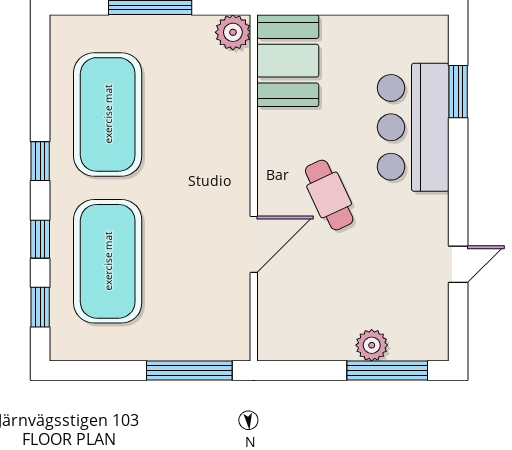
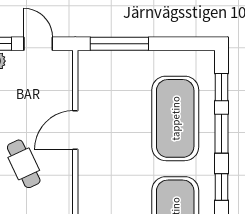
window: (40, 239) -> (221, 134), width x1.50
door: (308, 371) -> (38, 44), added

